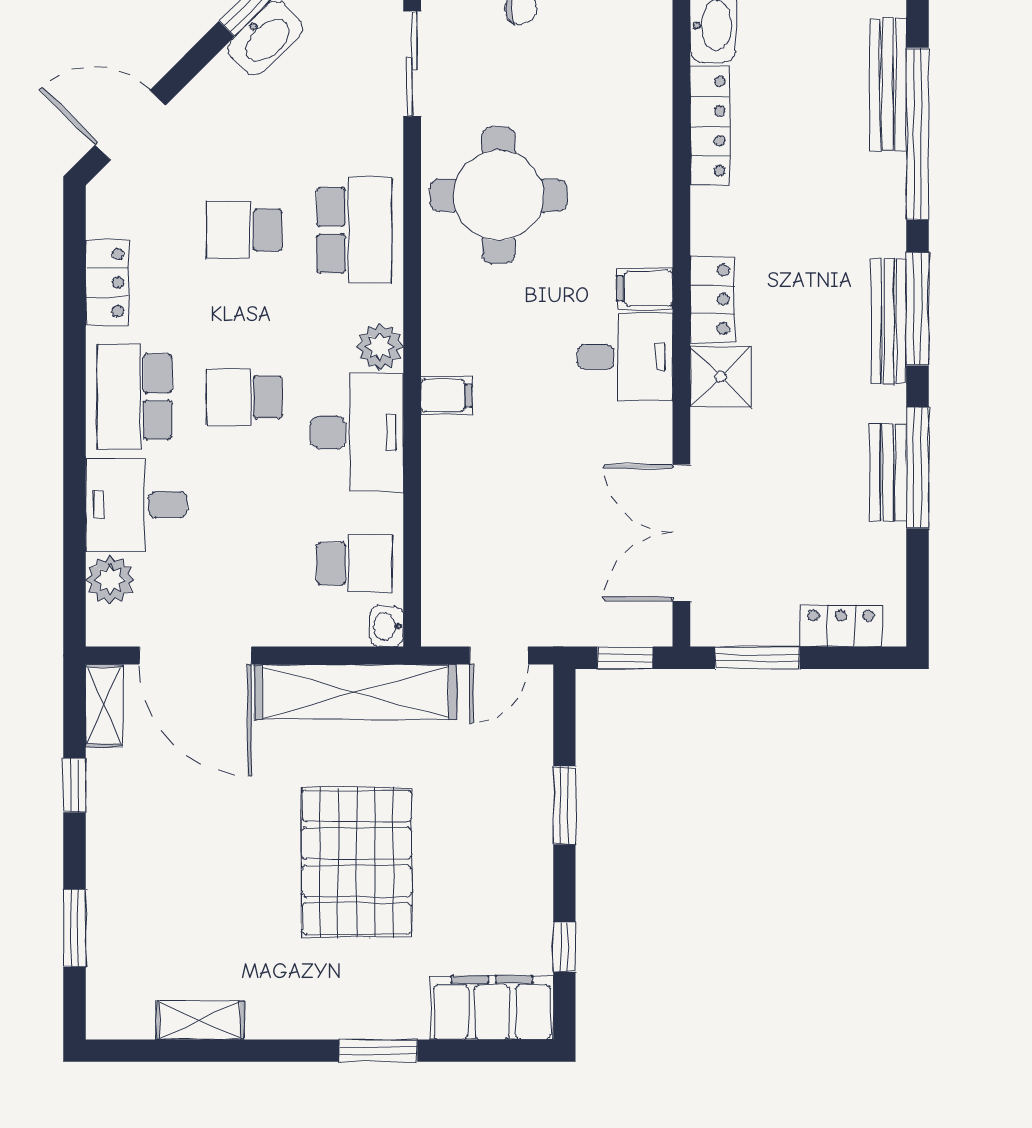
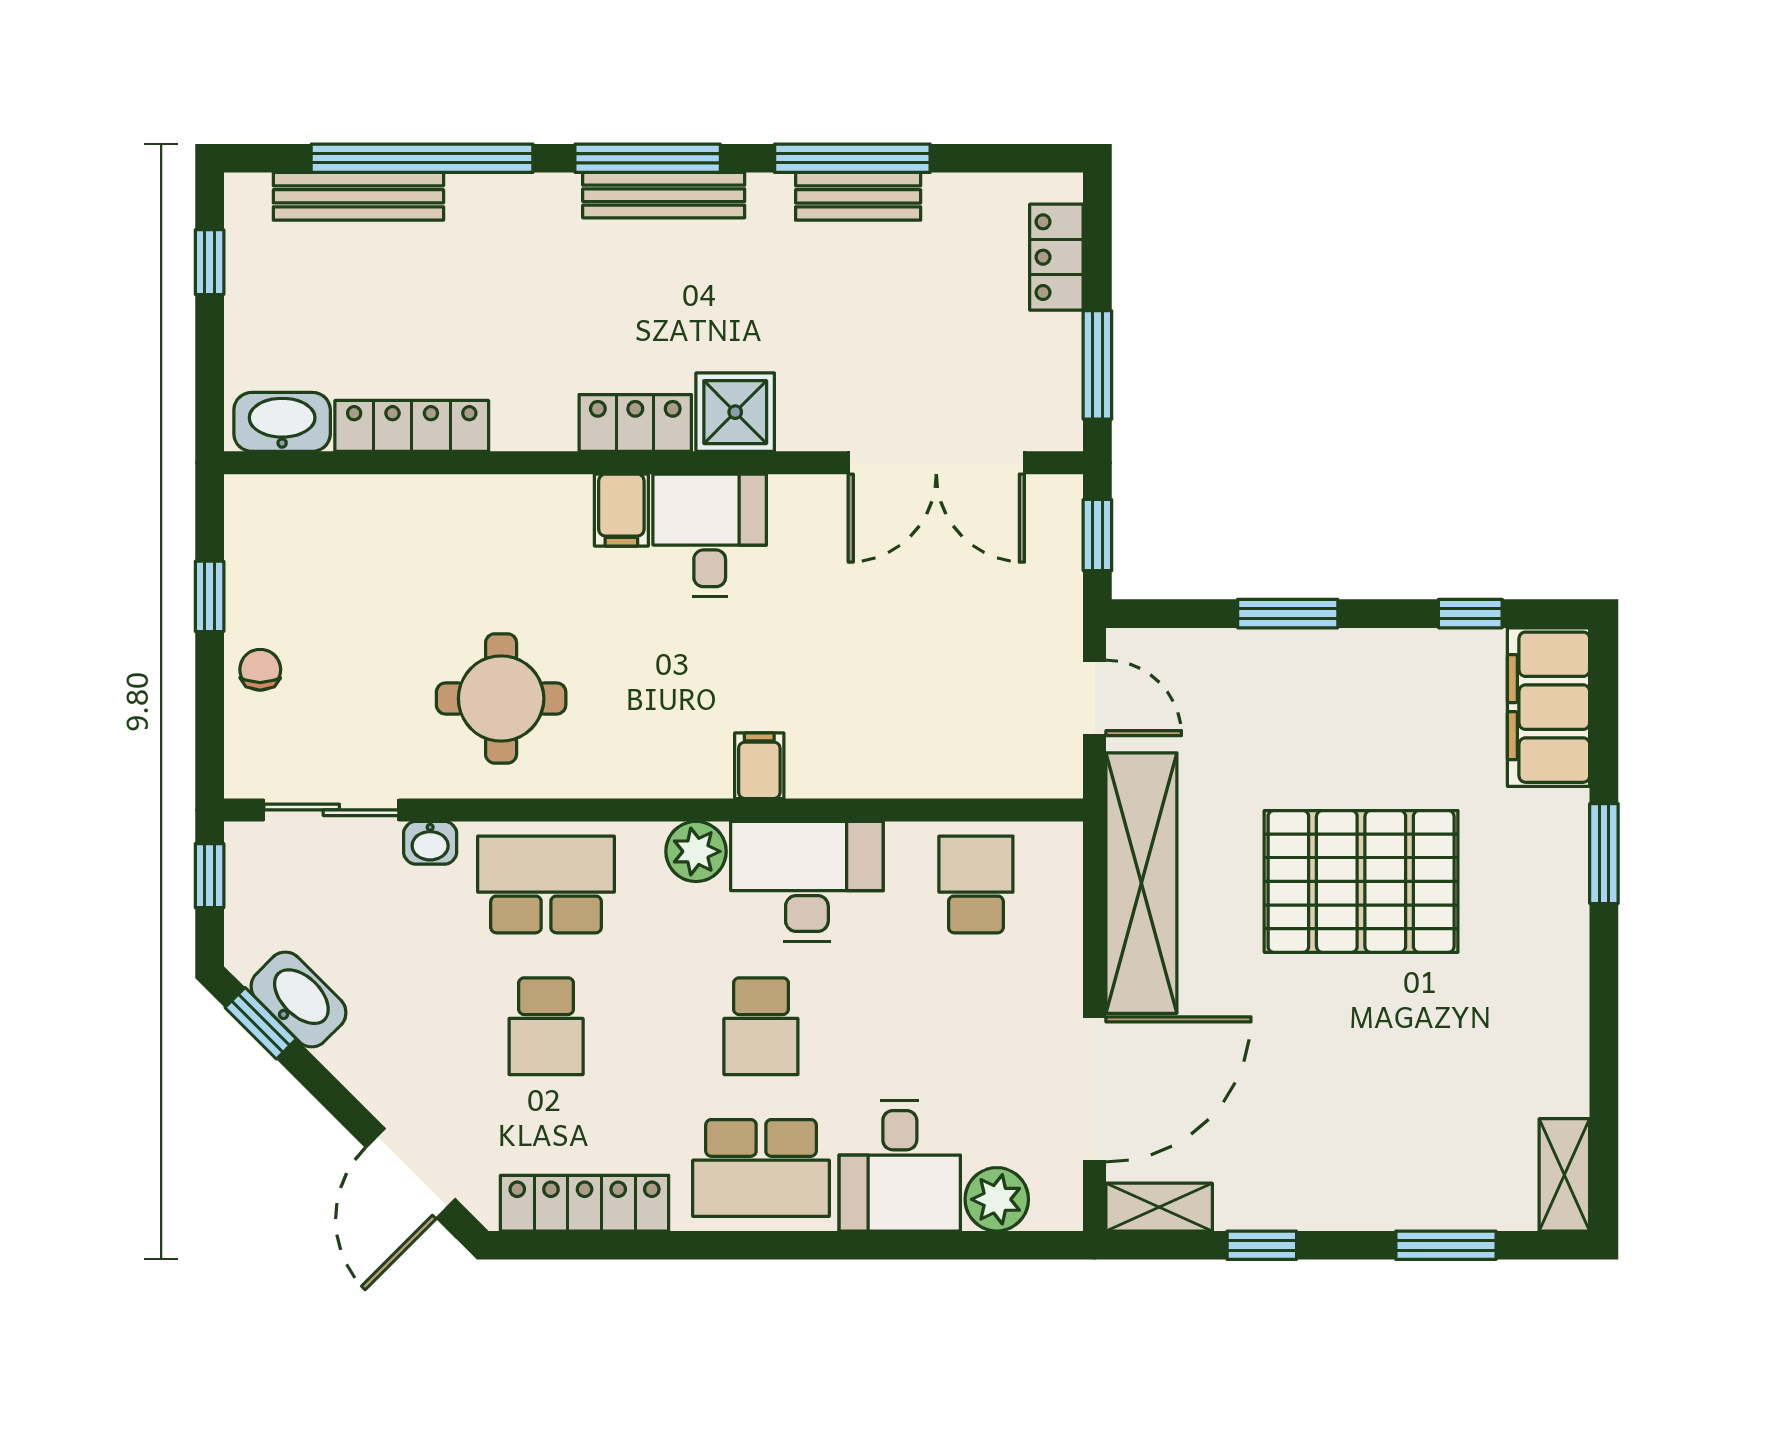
round table: (499, 195) -> (501, 698), width x0.73, depth x0.73
locker: (107, 282) -> (585, 1203), width x1.53
washbasin: (387, 626) -> (430, 843), moved
shelving: (200, 1020) -> (1564, 1175), moved

